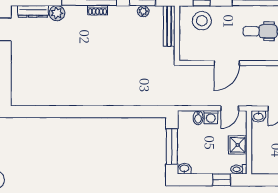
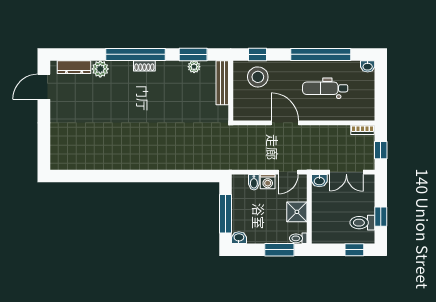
door: (227, 63) -> (285, 123), swing flipped
window: (221, 180) -> (279, 250), width x1.50

